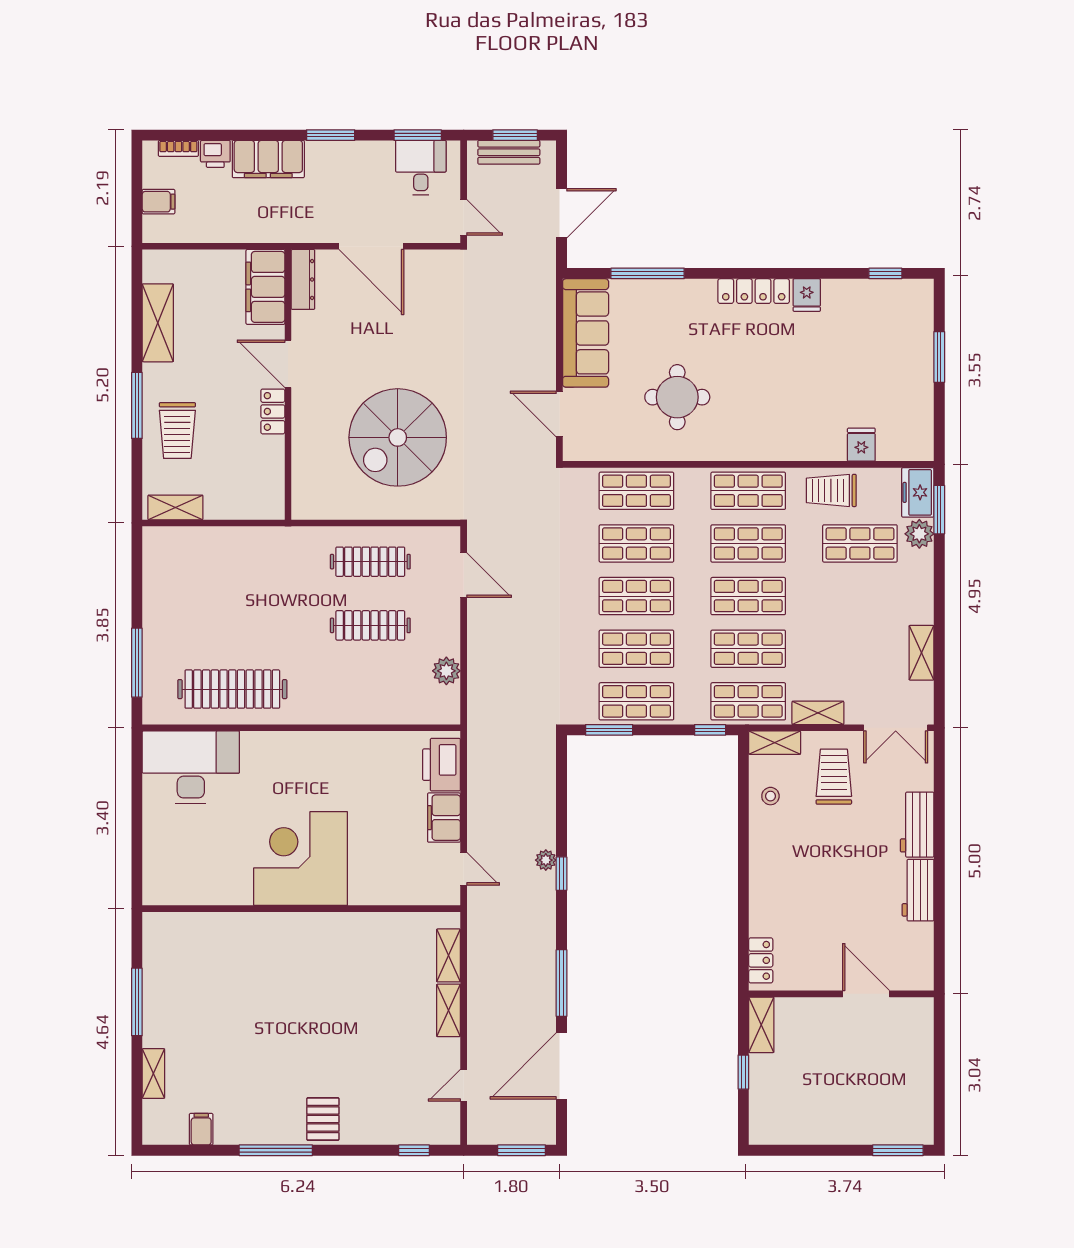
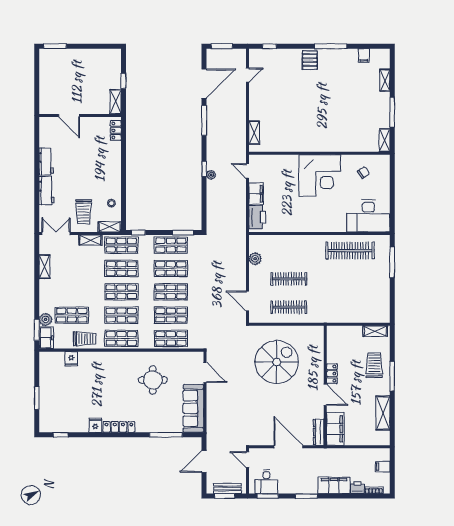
chair: (202, 865) -> (363, 173), added
shelving: (449, 1010) -> (385, 140), moved

